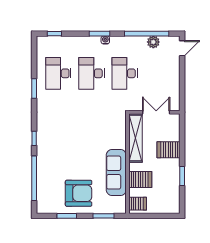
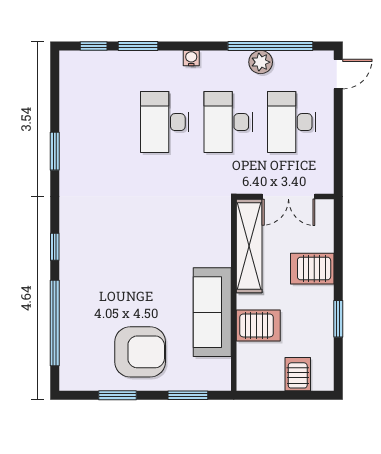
window: (99, 34) -> (138, 46), moved
plant: (153, 42) -> (261, 62), moved
desk: (58, 73) -> (292, 122), moved
double door: (156, 112) -> (288, 196), swing flipped
server rack: (138, 204) -> (298, 374), moved, turned -90

